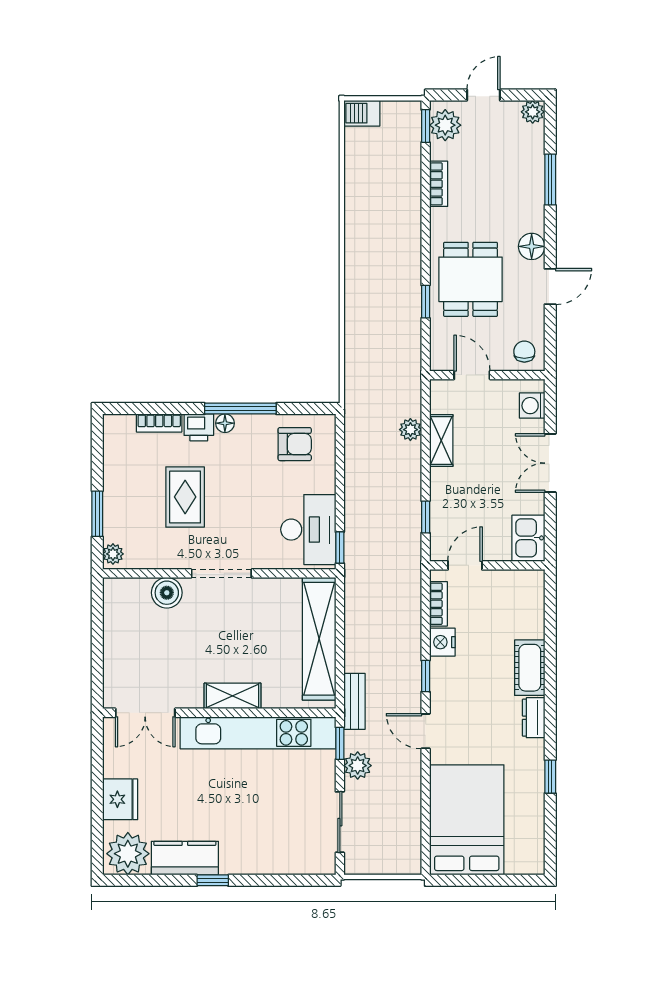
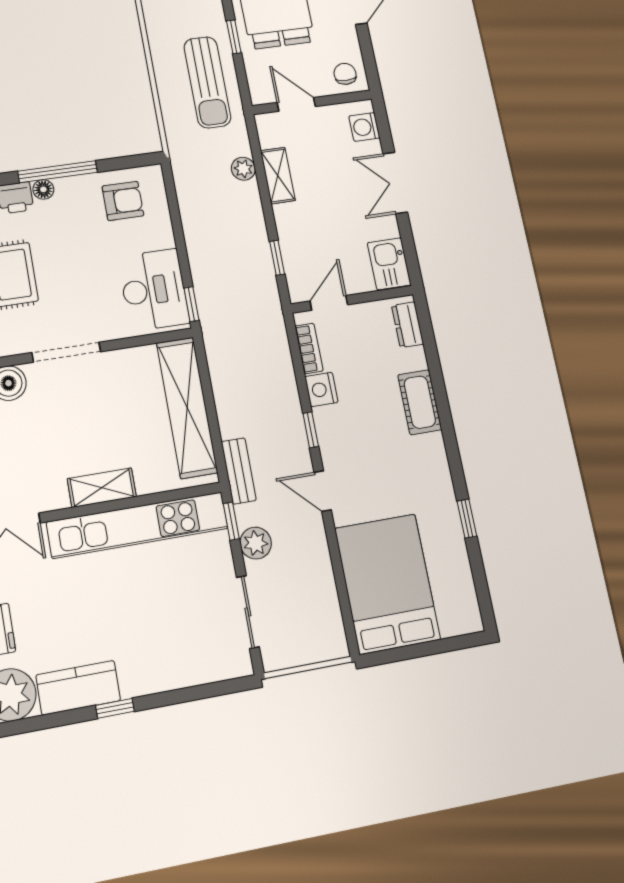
sun lounger: (392, 343) -> (207, 82), added
dresser: (534, 718) -> (408, 325), moved

